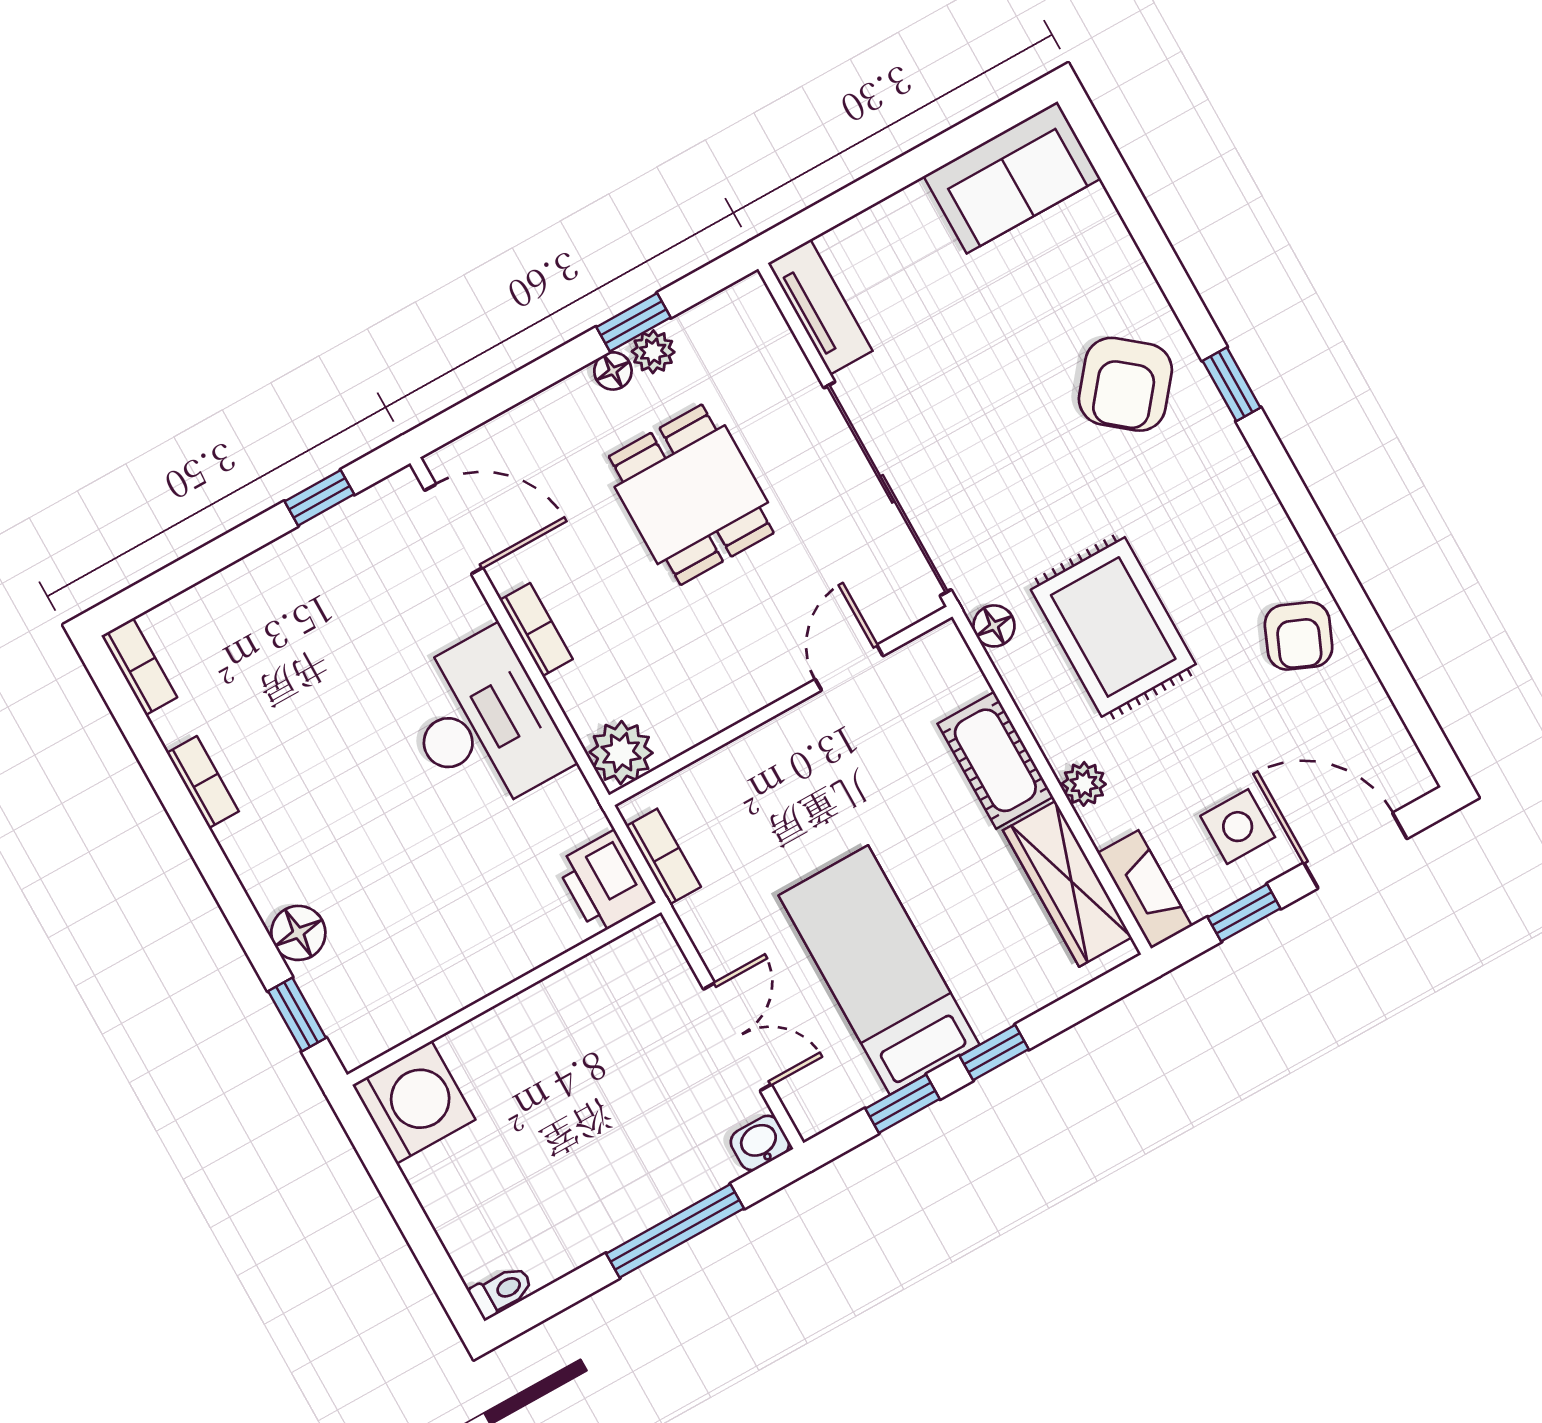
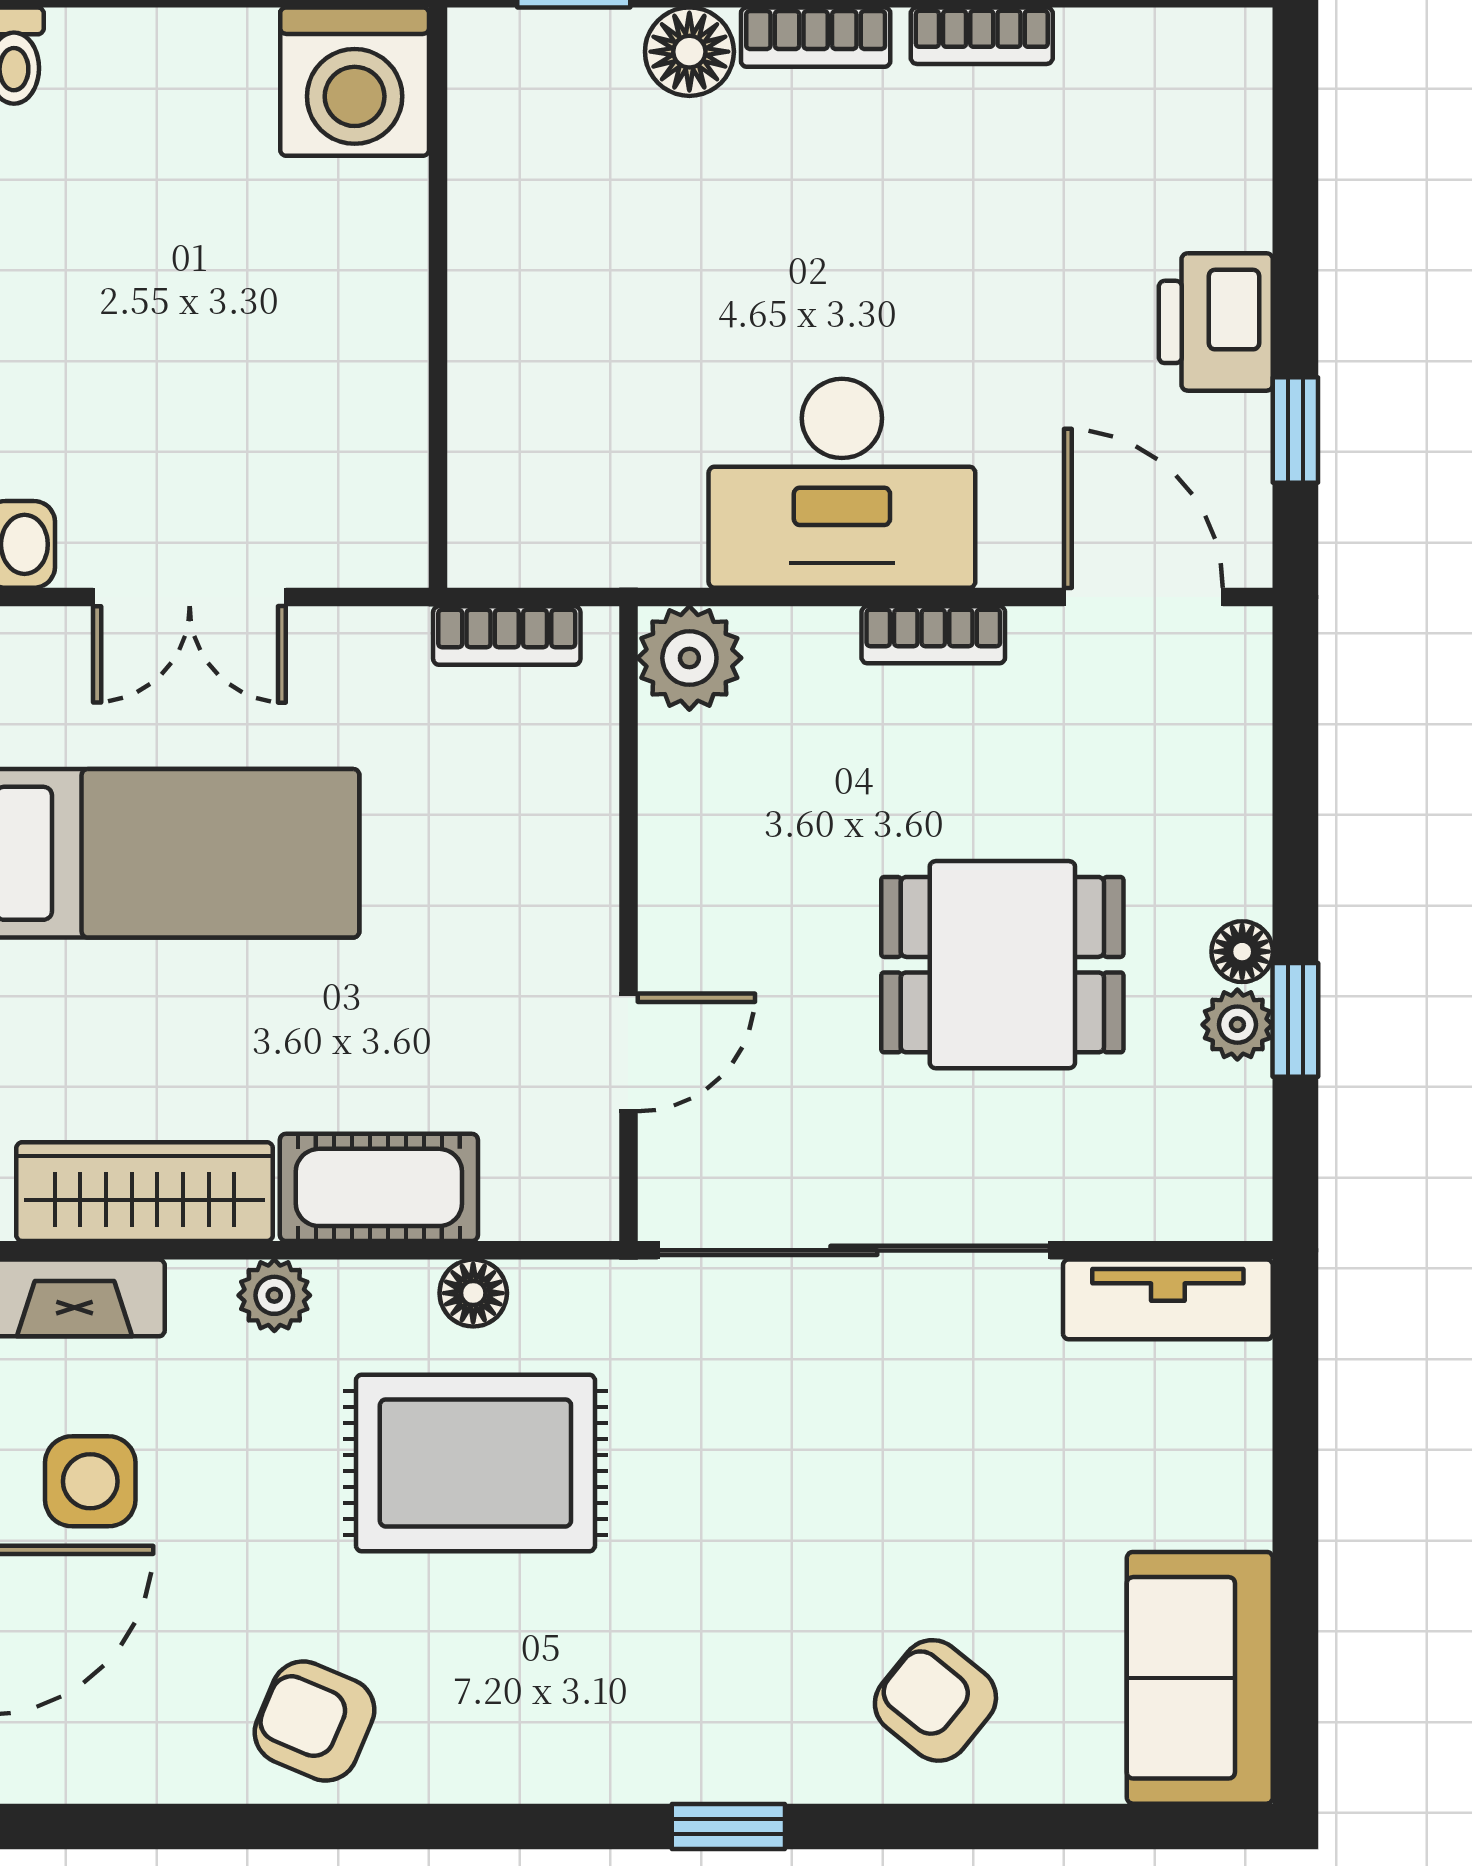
armchair: (1125, 384) -> (935, 1700), moved, width x0.72, depth x0.72
door: (454, 529) -> (1143, 597), swing flipped
floor lamp: (994, 626) -> (473, 1293), moved
bookcase: (139, 666) -> (816, 37), moved
door: (849, 668) -> (628, 1052), hinge flipped
printer: (605, 883) -> (1216, 322), moved, turned -90

